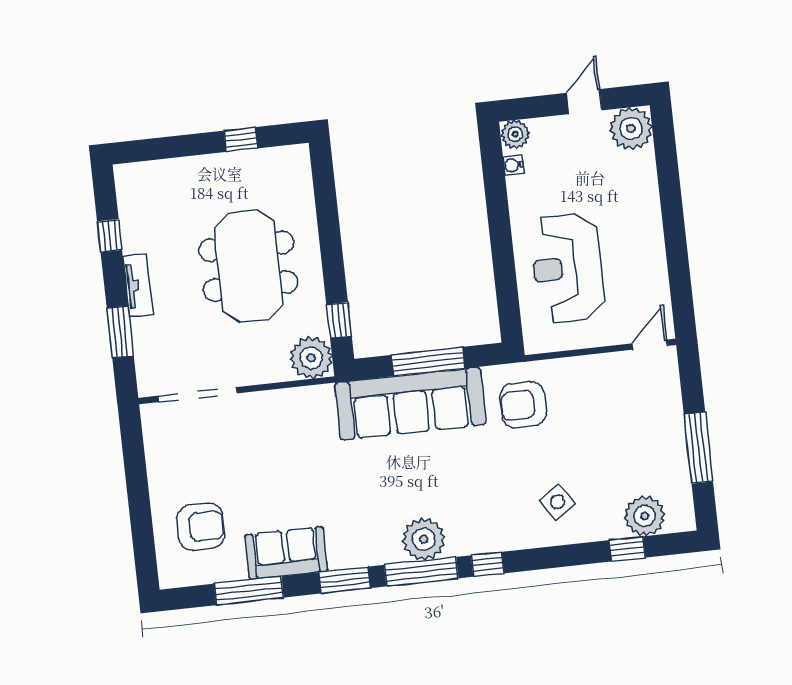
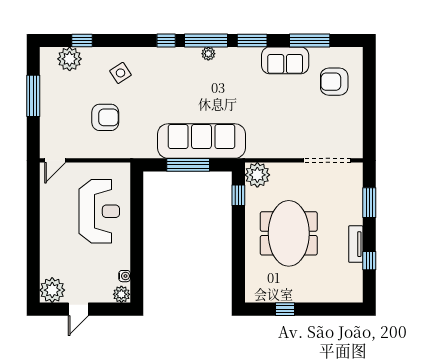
tv unit: (138, 286) -> (356, 244), moved
armchair: (523, 405) -> (105, 117), moved
plant: (424, 539) -> (208, 54), width x0.53, depth x0.53

